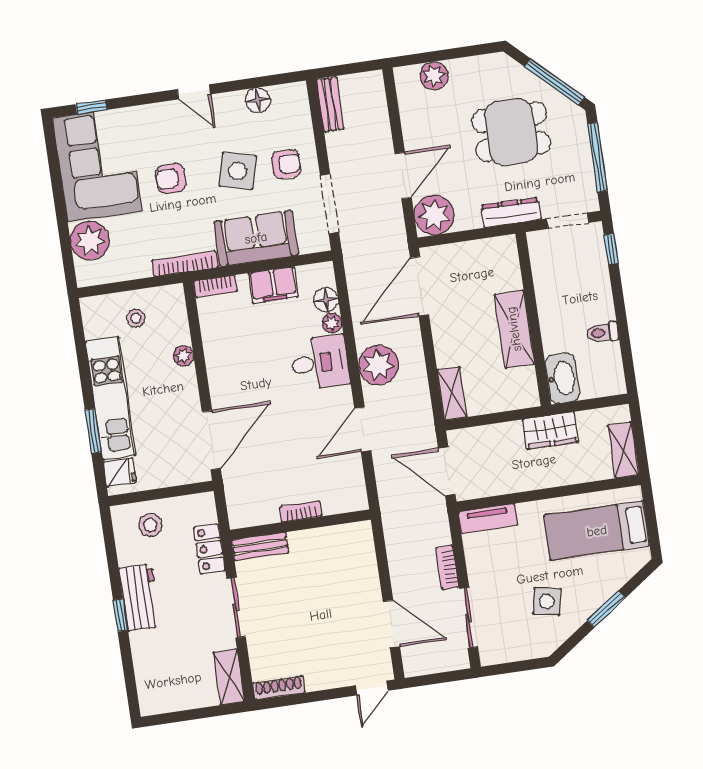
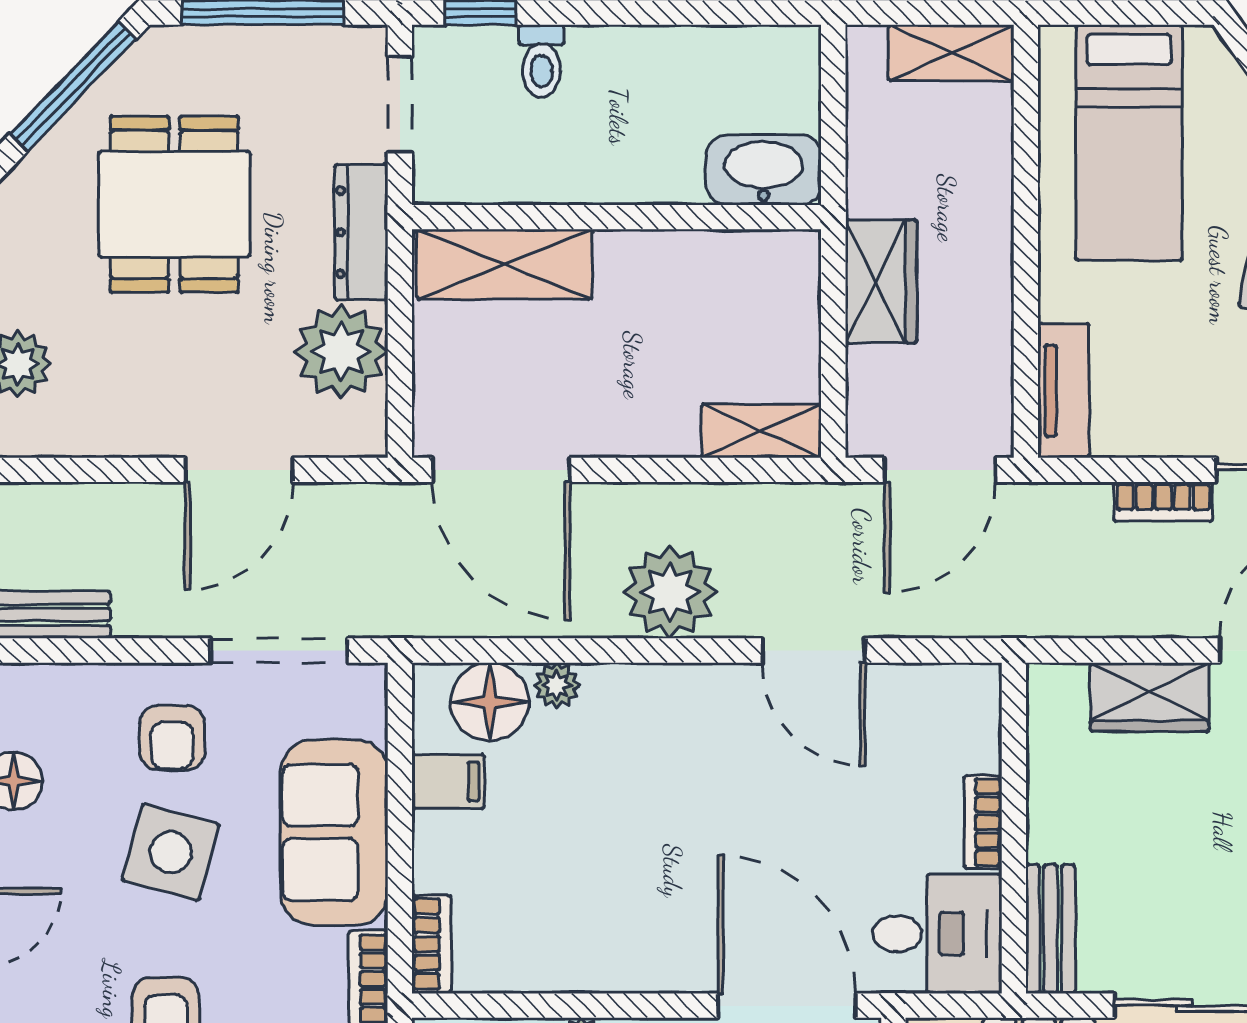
armchair: (286, 164) -> (172, 738), turned 180
door: (403, 176) -> (239, 470), swing flipped
plant: (434, 215) -> (341, 352), moved
filing cabinet: (273, 285) -> (448, 782), width x0.50
floor lamp: (326, 300) -> (490, 702), width x1.38, depth x1.38
shelving: (514, 329) -> (504, 264), moved
toilet: (602, 333) -> (542, 61), moved
desk: (320, 363) -> (937, 934), moved, turned 90
wardrobe: (551, 431) -> (881, 281), moved
wardrobe: (364, 574) -> (1150, 697), added

